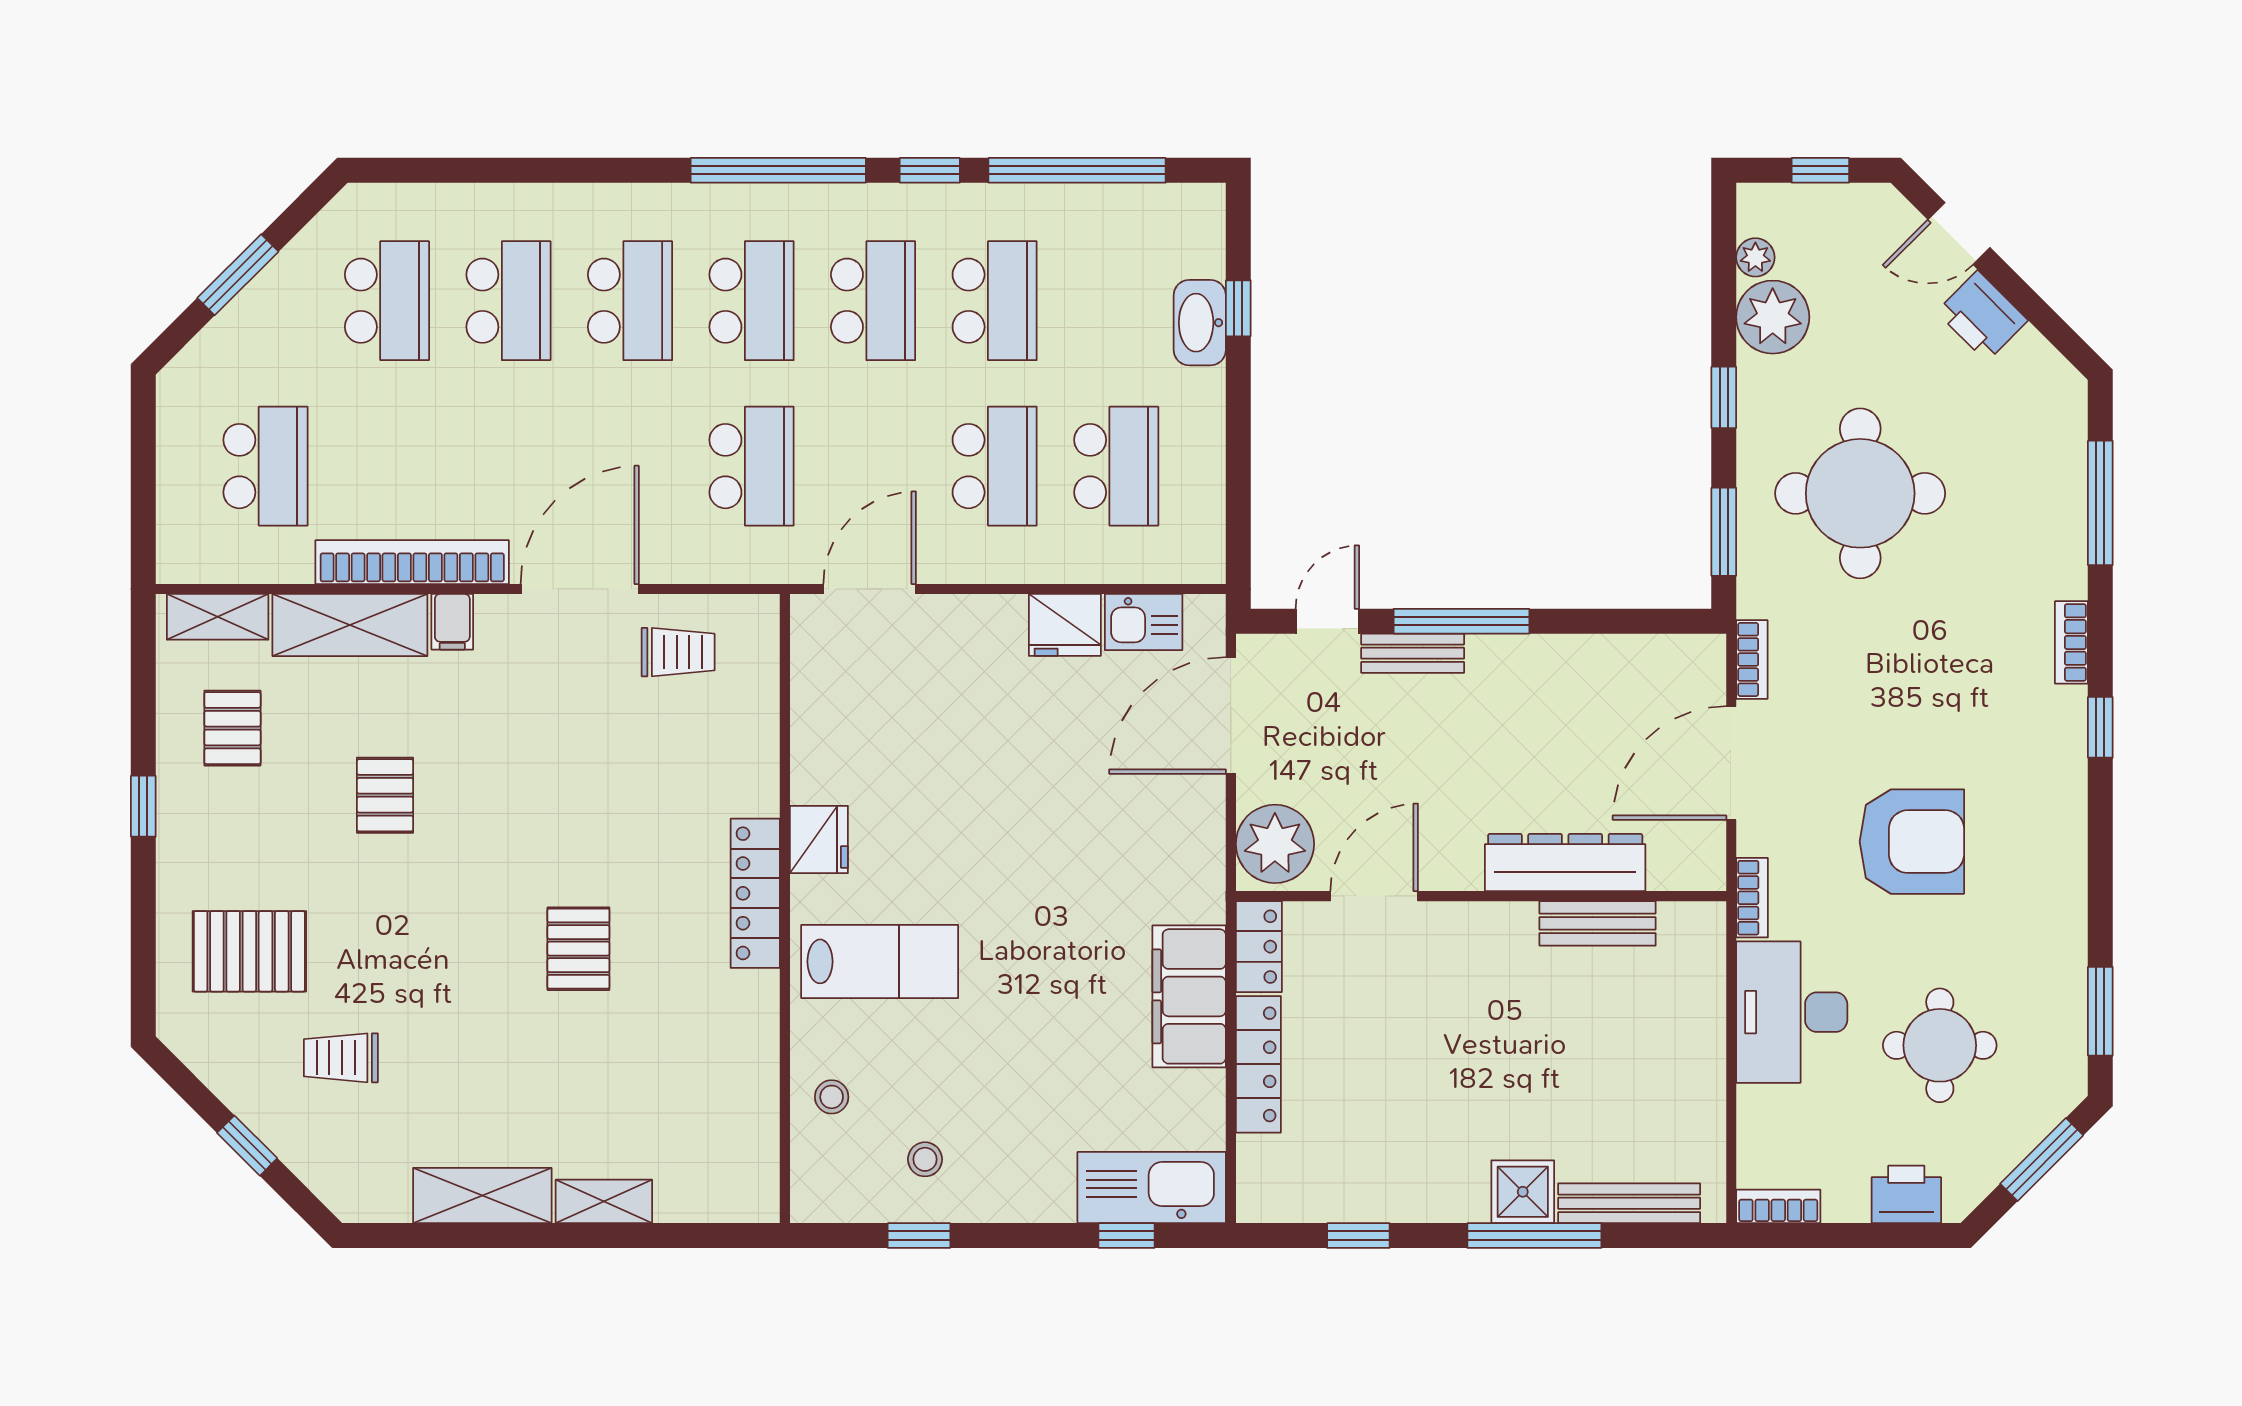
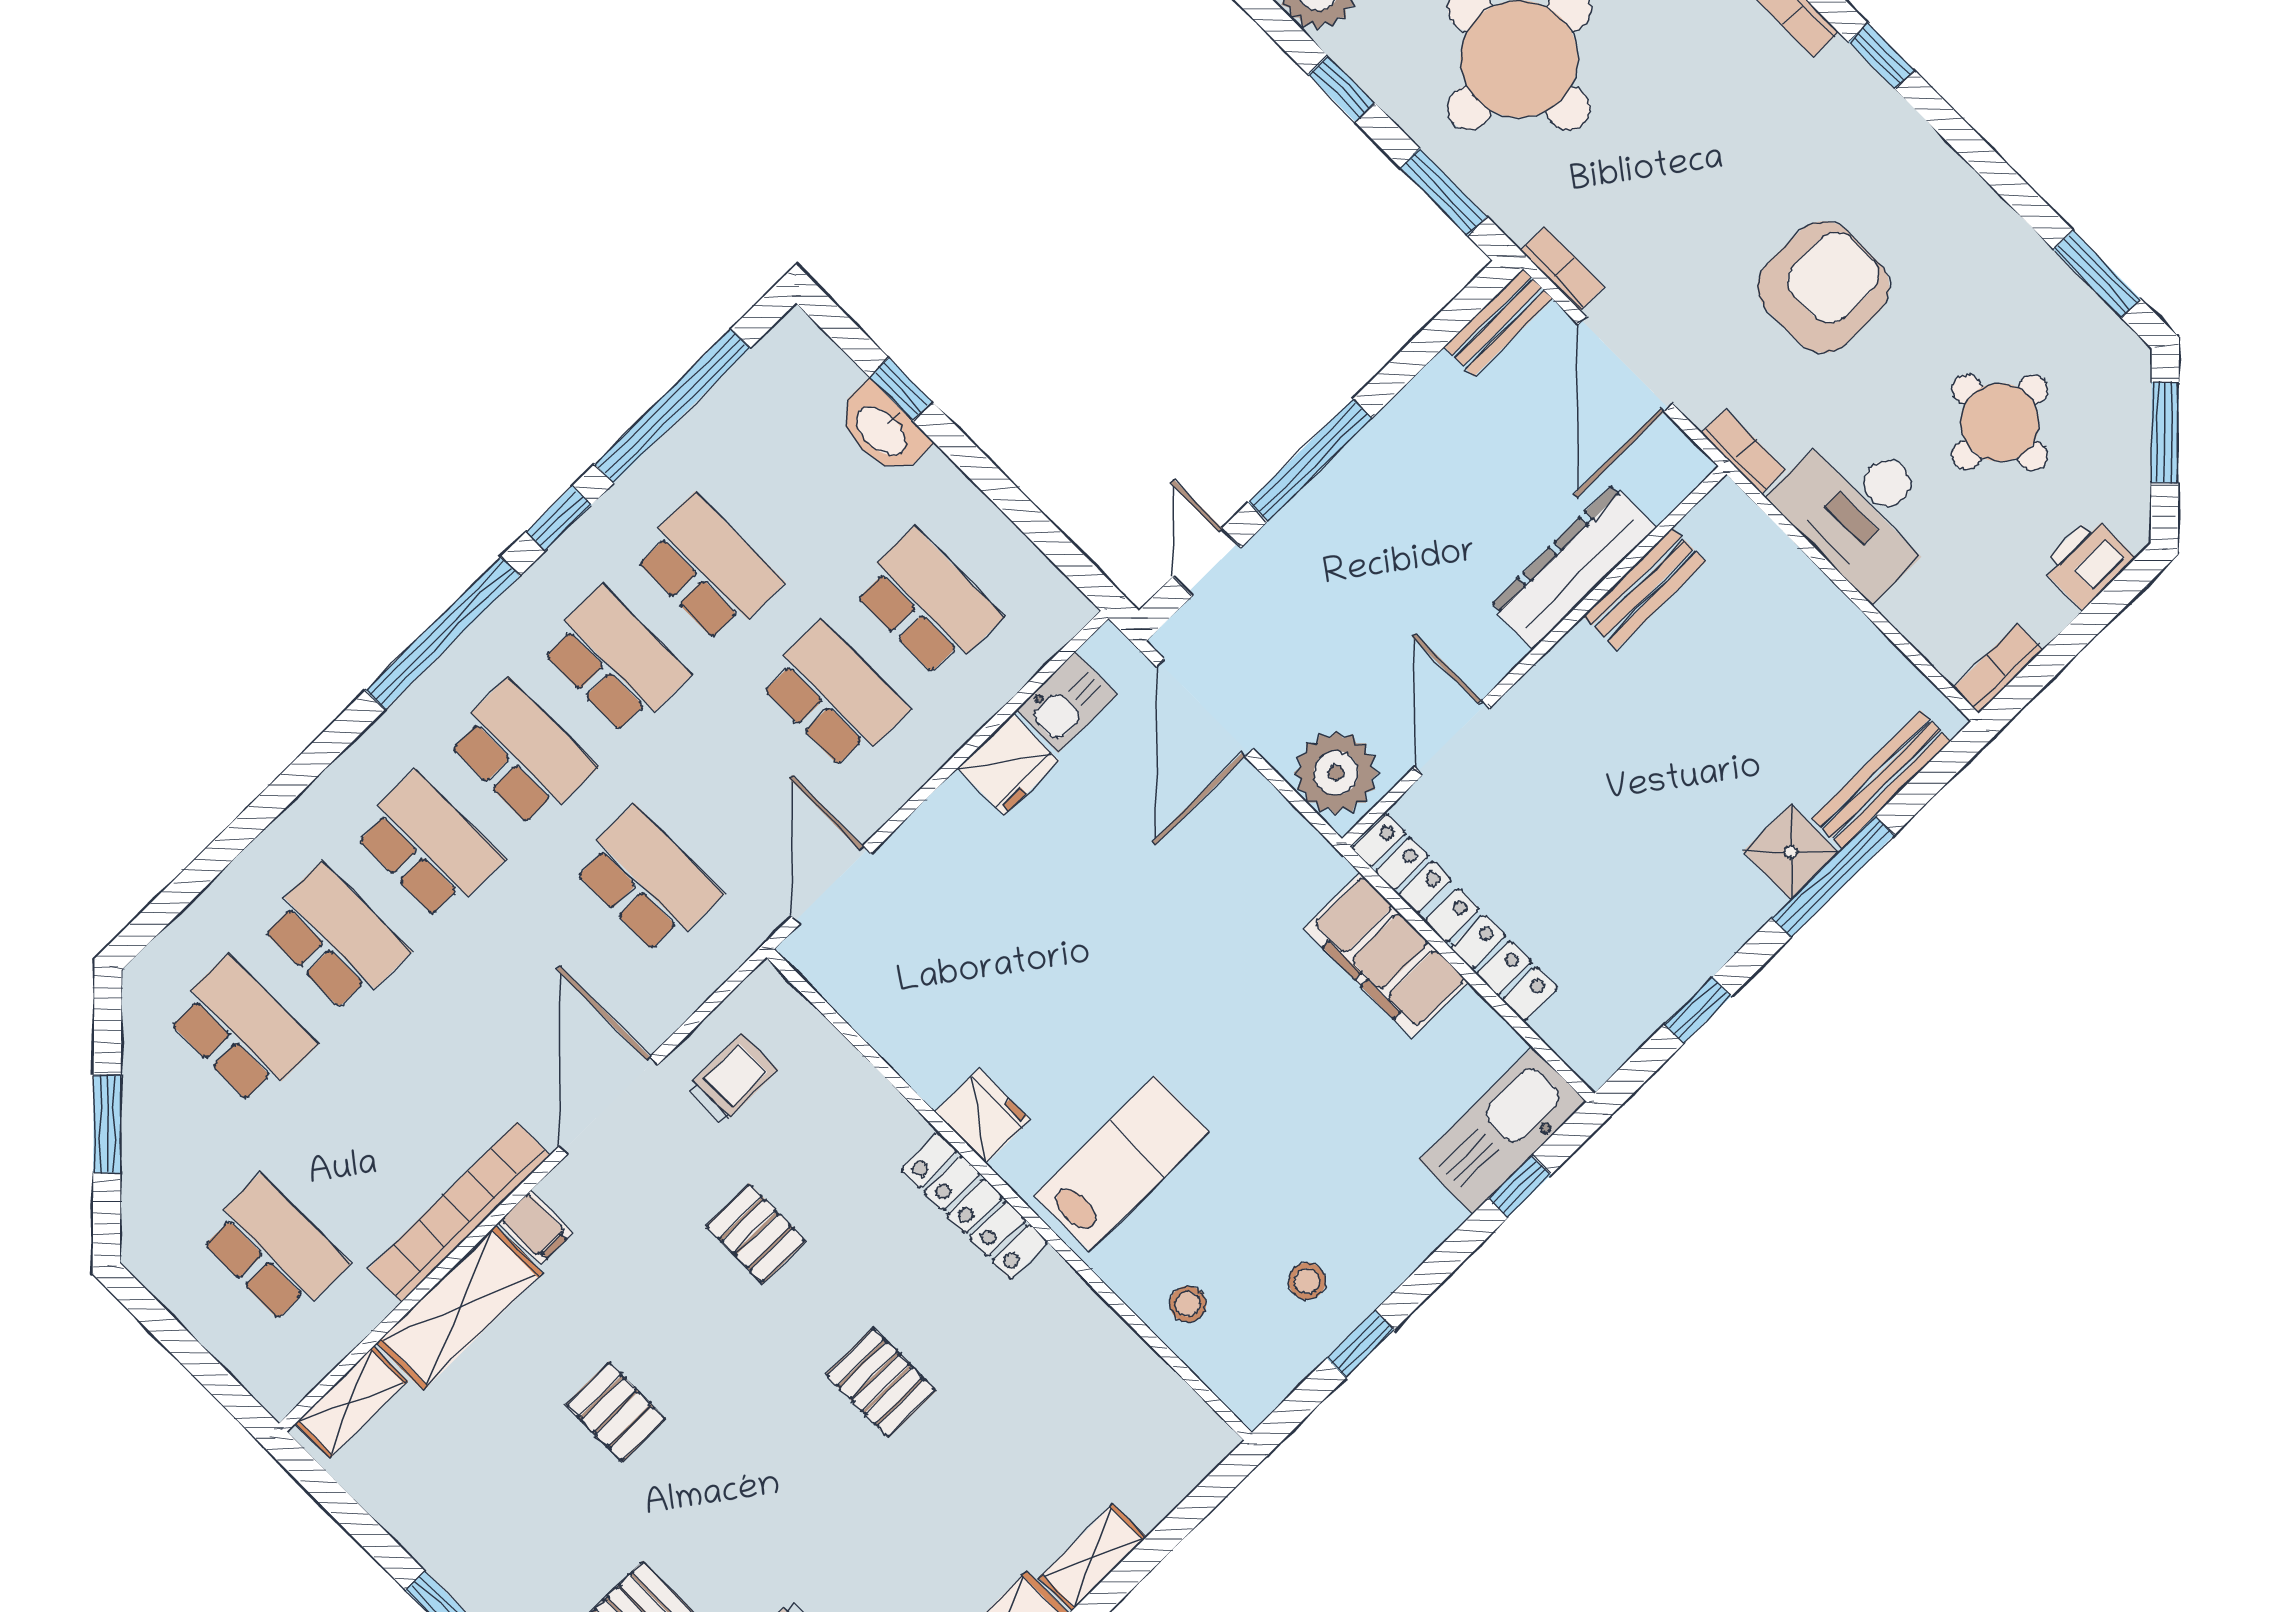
bench: (1413, 653) -> (1498, 323), moved
pallet: (232, 728) -> (756, 1233), moved

